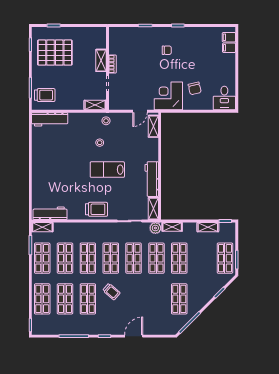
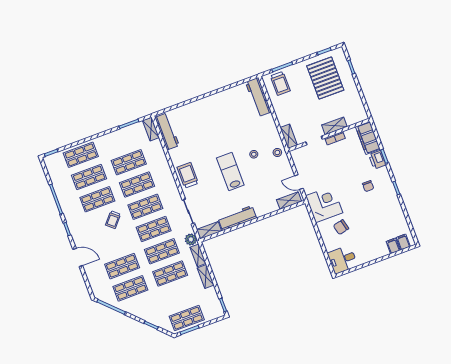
printer: (146, 33) -> (377, 160), added
filing cabinet: (123, 34) -> (368, 138), added
trolley: (96, 209) -> (188, 175), turned 180
shelving: (208, 227) -> (206, 276), moved
shop shelf: (42, 258) -> (122, 266), moved

